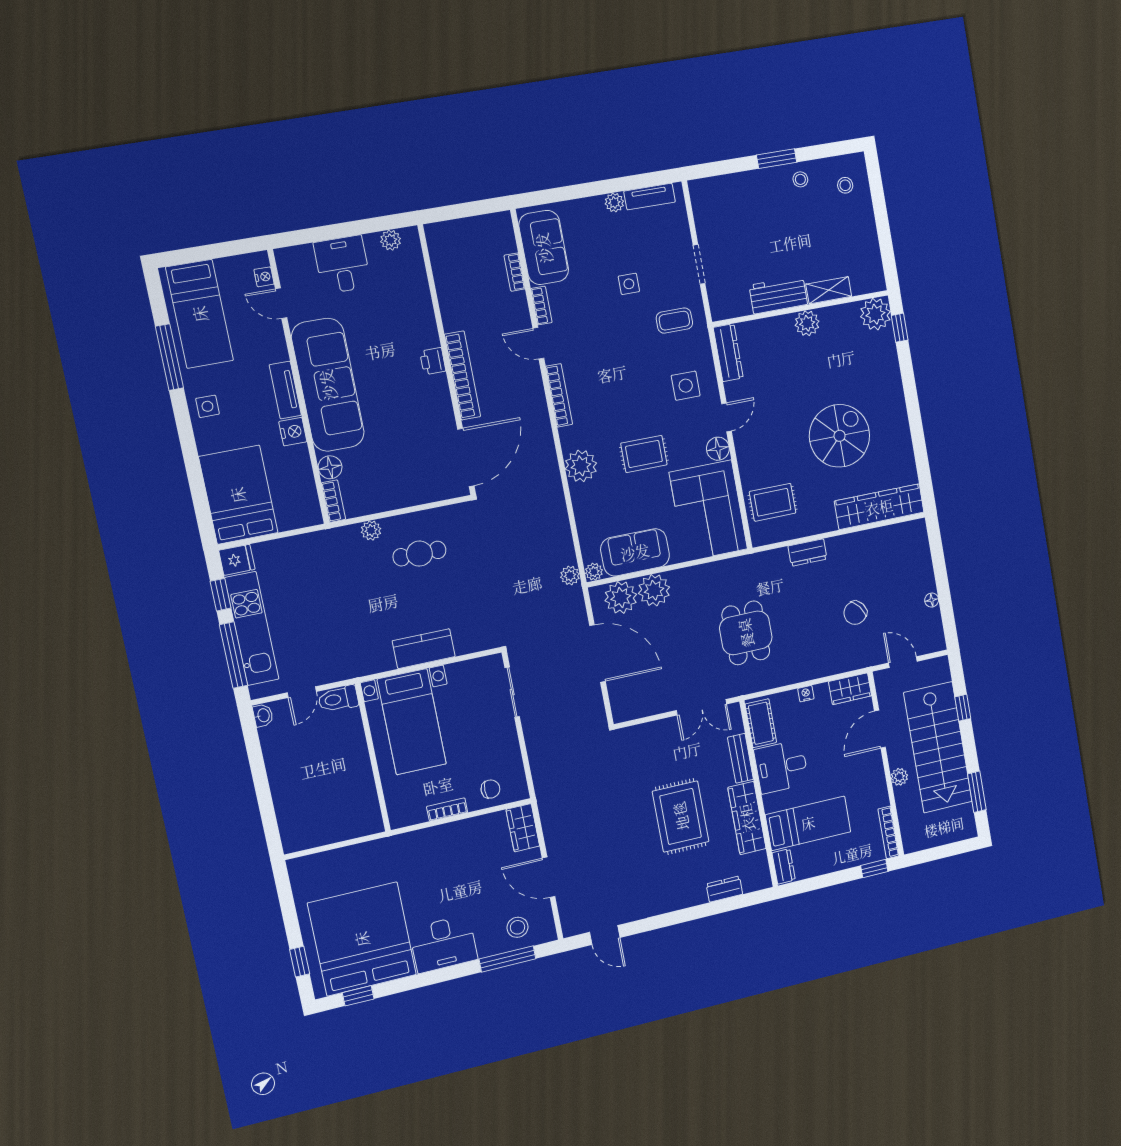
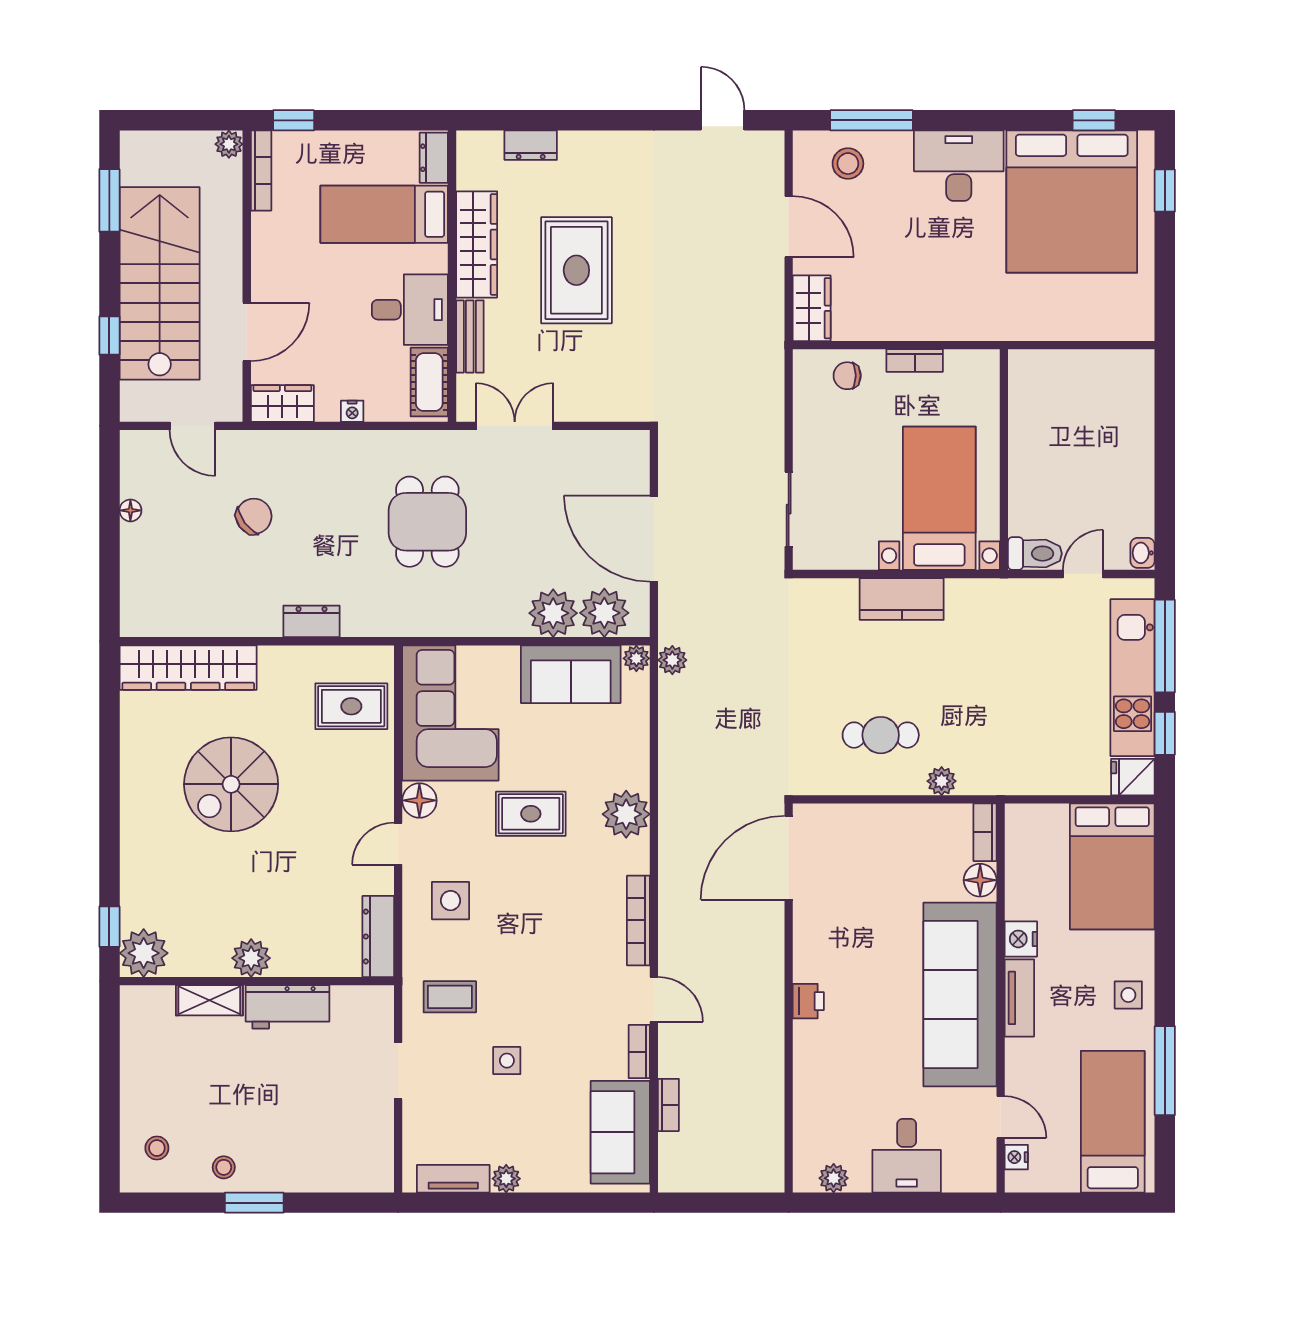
bookcase: (463, 376) -> (770, 974), removed
plant: (899, 777) -> (229, 144), moved

